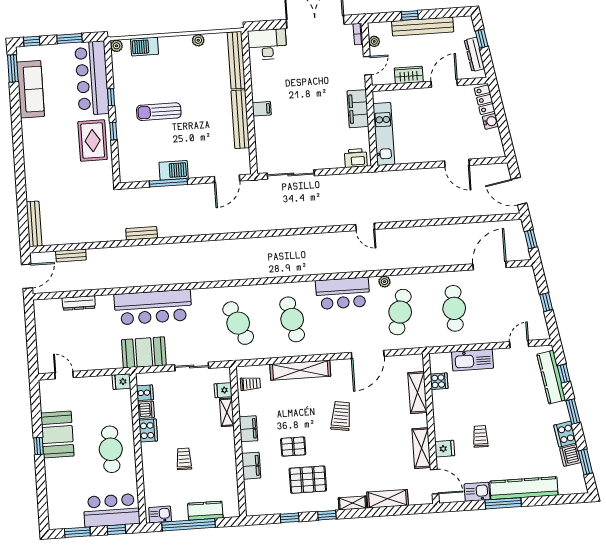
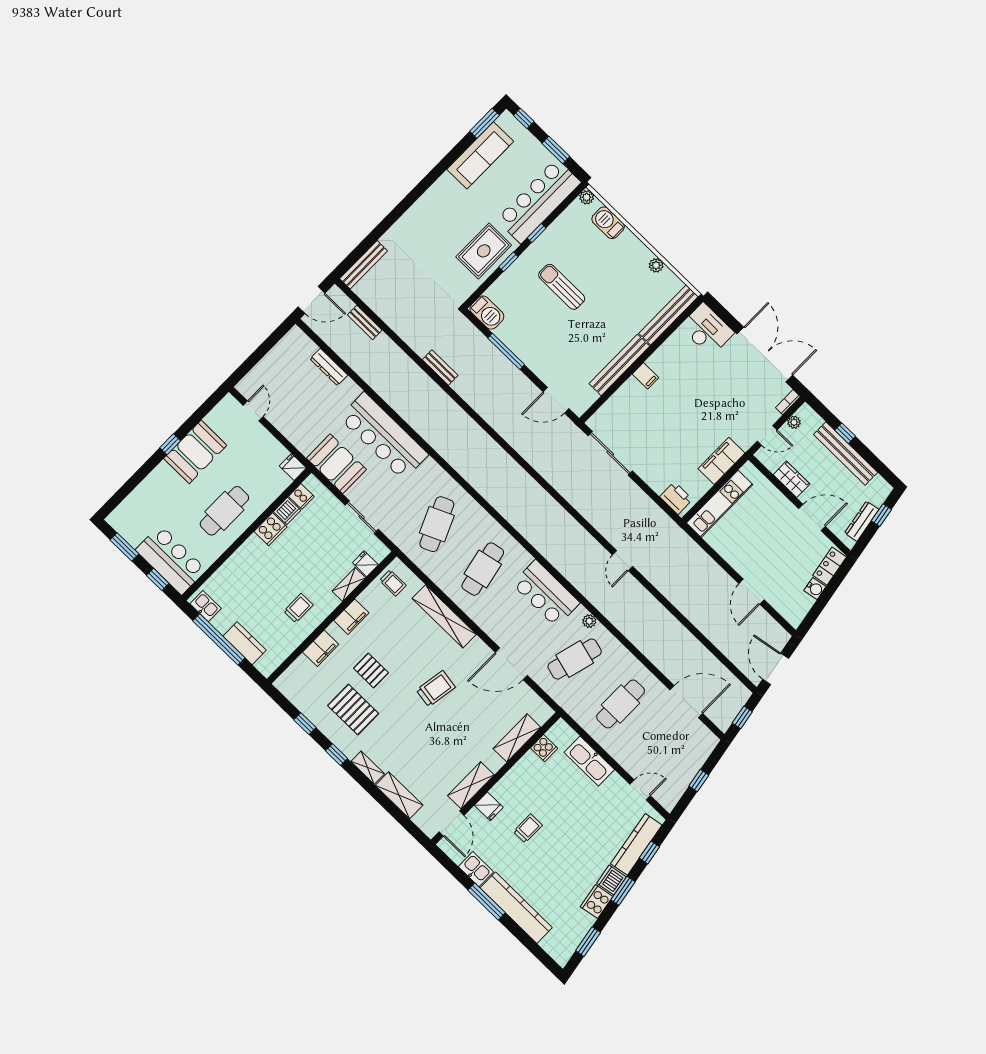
barbecue: (174, 170) -> (487, 313), moved
dishwasher: (570, 455) -> (611, 880), moved
trolley: (184, 459) -> (298, 608), moved

